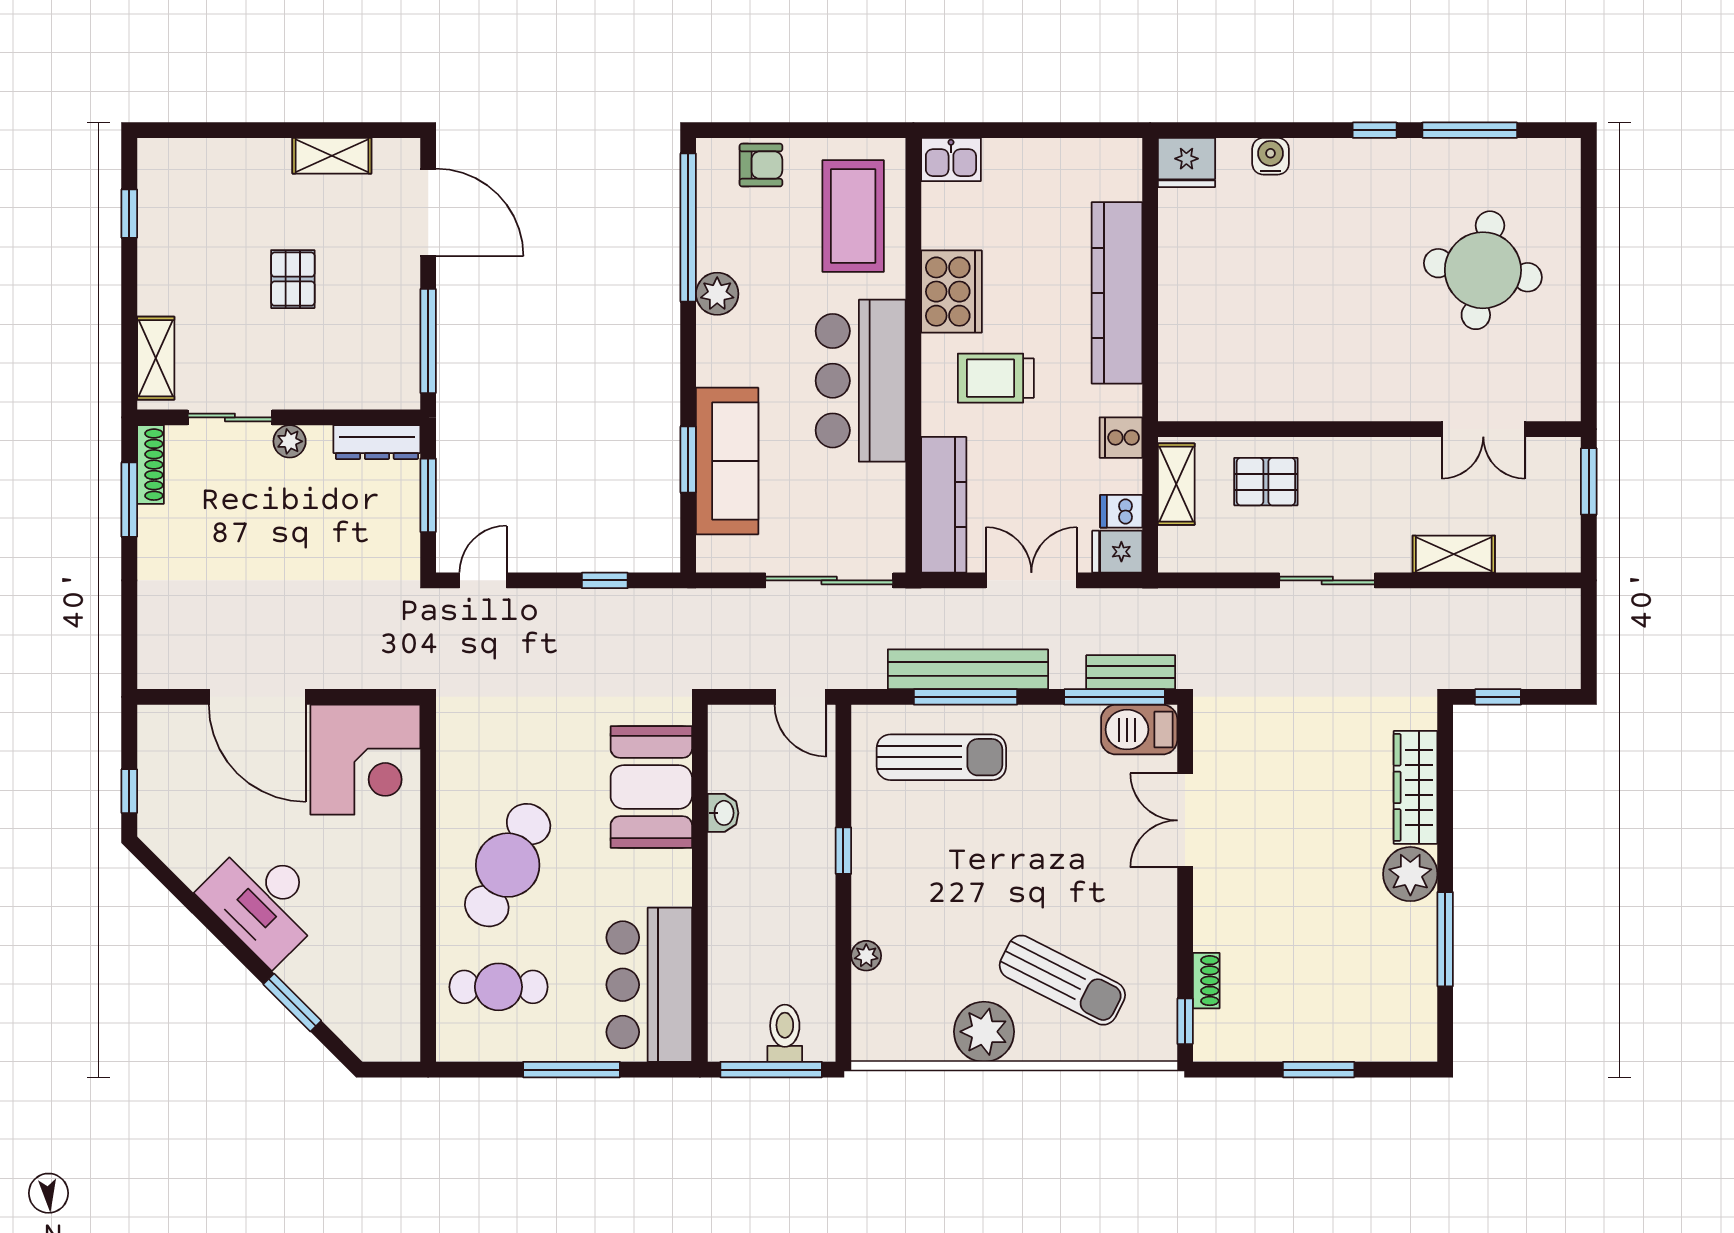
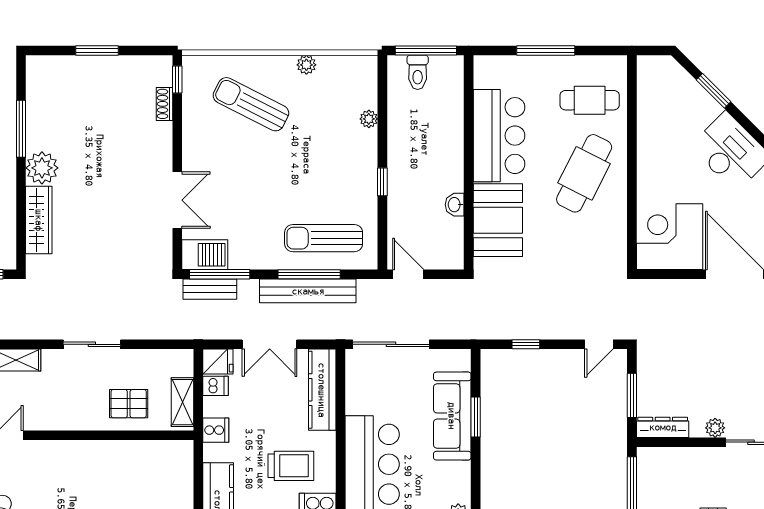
bar counter: (649, 985) -> (499, 136), moved
plant: (984, 1032) -> (306, 65), width x0.53, depth x0.53

